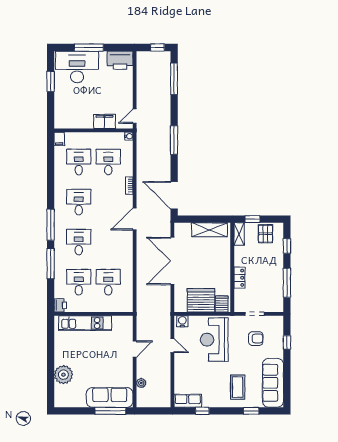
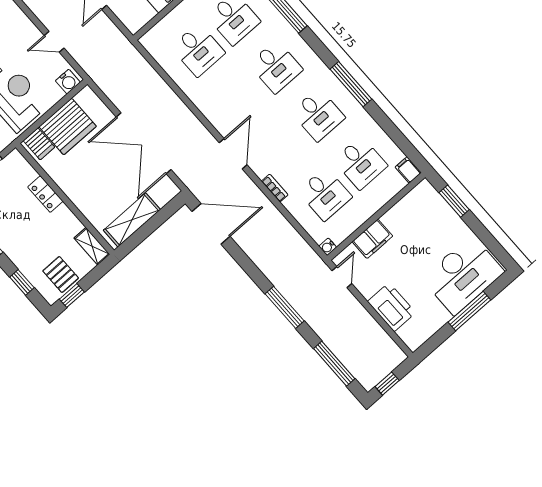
printer: (120, 60) -> (392, 307), moved, turned 90
window: (51, 81) -> (454, 201), moved
window: (174, 140) -> (285, 307), moved
window: (252, 219) -> (72, 296), moved
window: (51, 225) -> (351, 84), moved
double door: (172, 261) -> (144, 143), swing flipped

